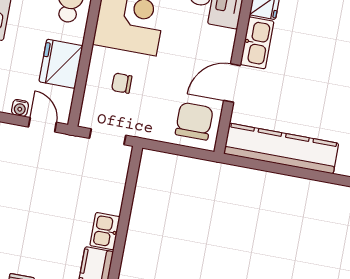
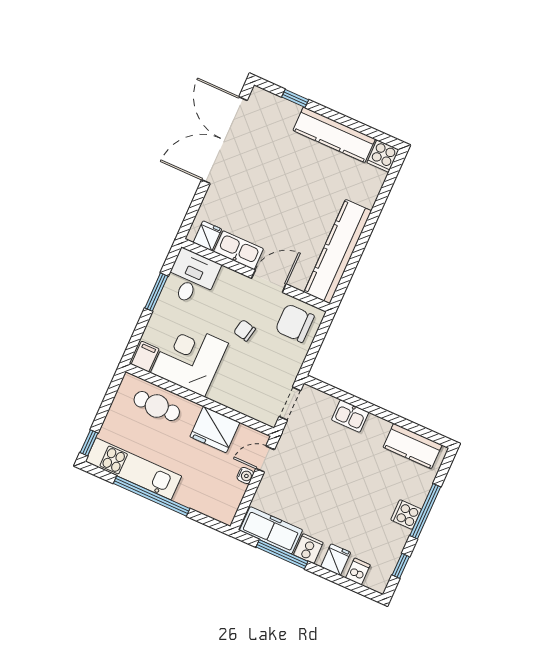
chair: (122, 83) -> (245, 330), moved, turned 102
door: (232, 83) -> (269, 281), swing flipped
kitchen sink: (105, 231) -> (350, 416), moved

